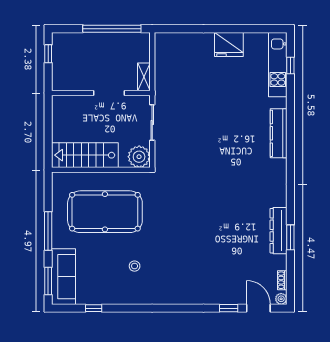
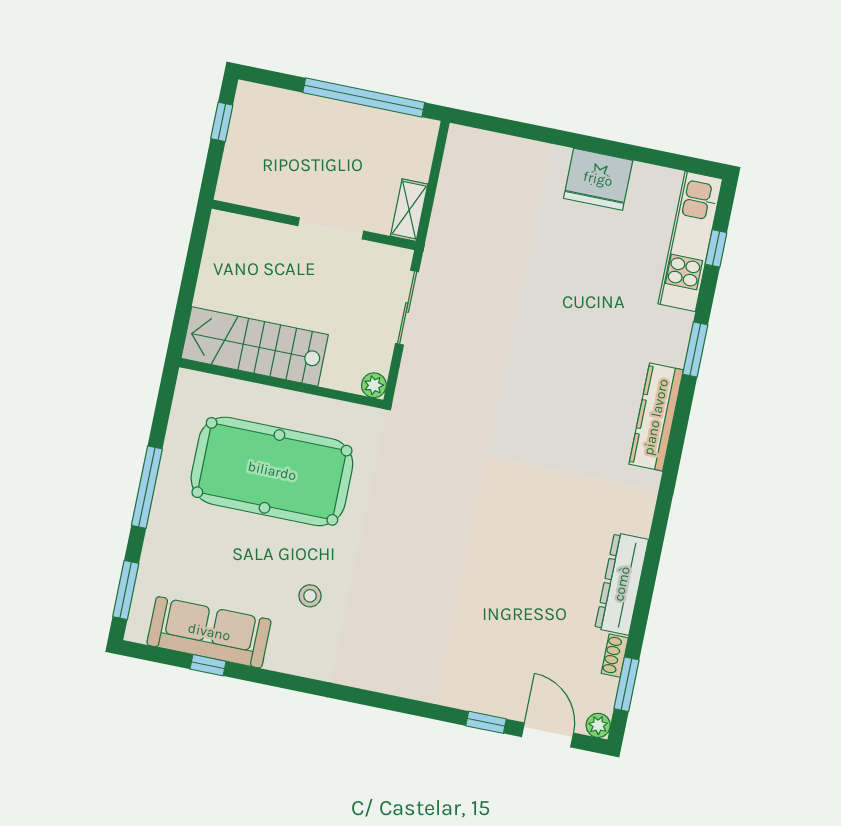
window: (290, 114) -> (695, 349), added
kitchen counter: (279, 133) -> (656, 417), moved
plant: (139, 157) -> (374, 385), width x0.53, depth x0.53
window: (290, 237) -> (627, 684), moved
sofa: (64, 277) -> (209, 632), moved, turned -90
shoe rack: (282, 280) -> (615, 656), moved

